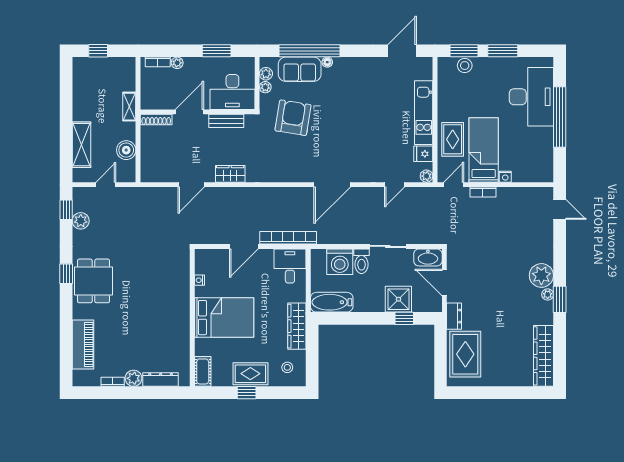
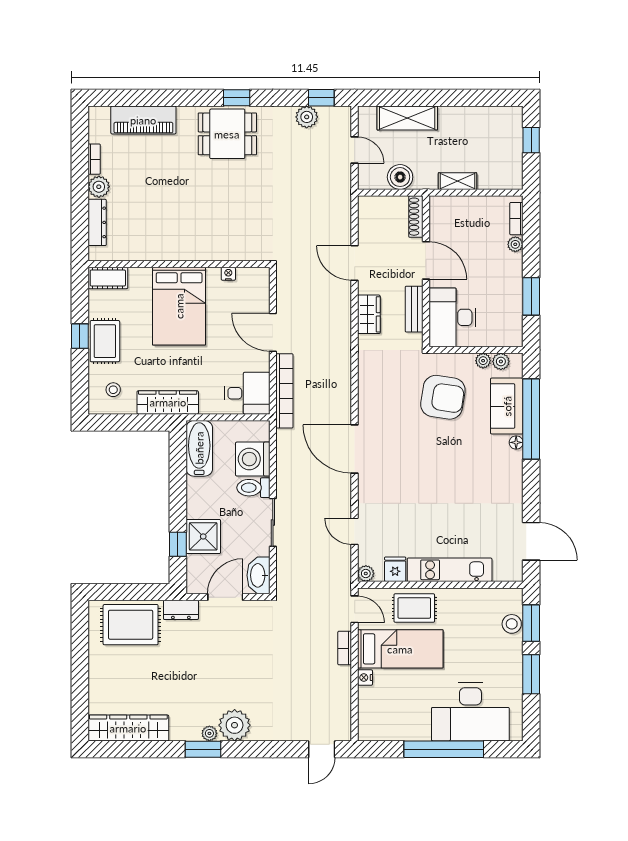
desk: (232, 92) -> (452, 317), moved
door: (189, 112) -> (426, 260), moved
wall: (198, 112) -> (426, 271), moved
shoe rack: (156, 120) -> (416, 217), moved
bench: (226, 121) -> (414, 309), moved

